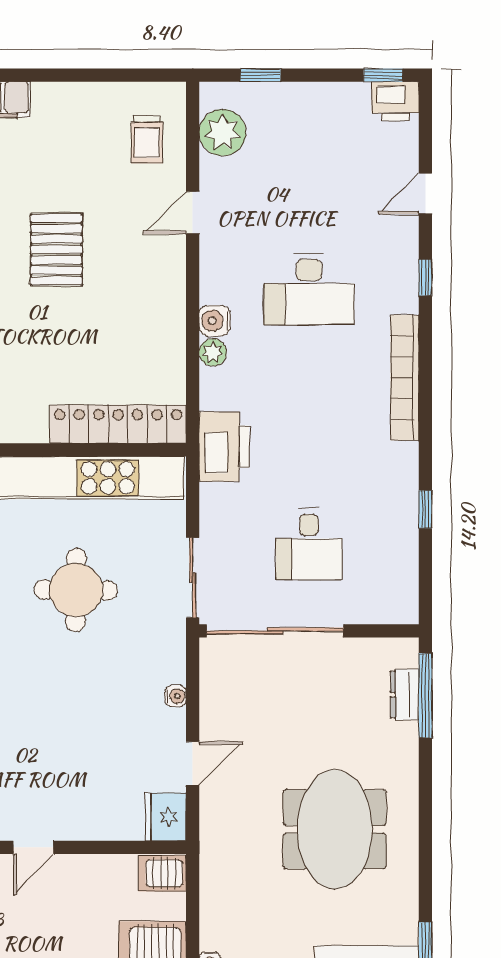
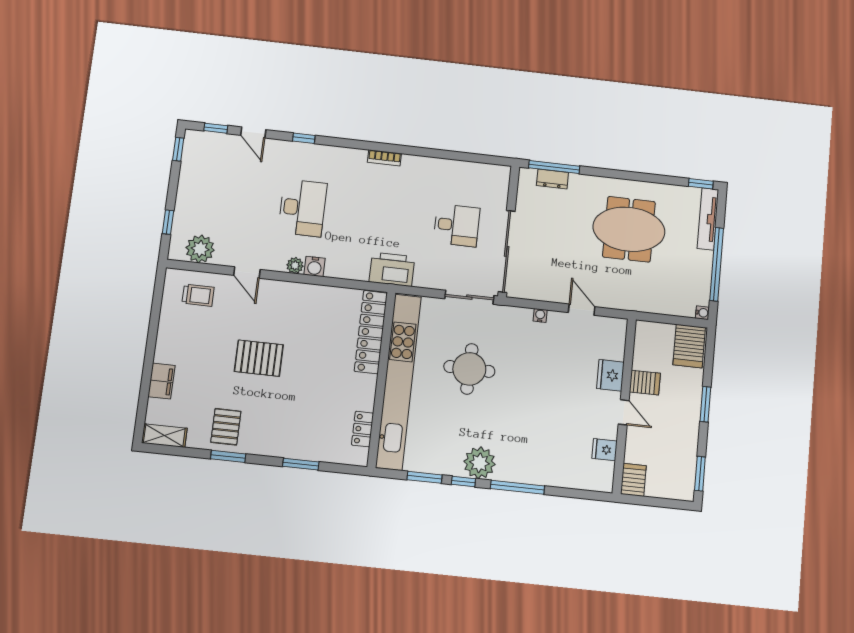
printer: (395, 101) -> (195, 144), removed
plant: (213, 352) -> (295, 265), moved
bookcase: (405, 378) -> (384, 158), width x0.43, depth x0.76
window: (425, 509) -> (216, 128), moved
fridge: (166, 817) -> (610, 375), moved, turned 90
server rack: (162, 873) -> (645, 383), moved, turned -90

